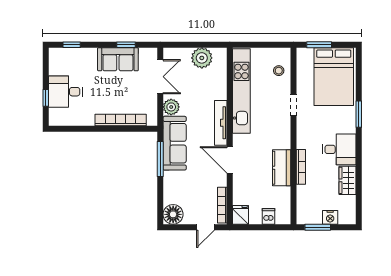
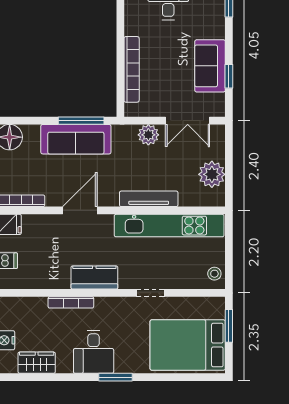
stool: (279, 71) -> (214, 274), moved
window: (359, 114) -> (116, 377), moved
tv unit: (221, 123) -> (149, 199), moved
sofa: (175, 143) -> (76, 139), moved
kitchen counter: (282, 168) -> (94, 277), moved
wardrobe: (347, 180) -> (37, 363), moved

